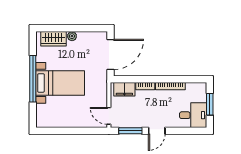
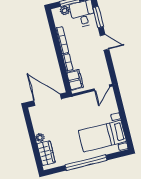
bed with nightstands: (60, 83) -> (102, 136), moved, turned -90
plant: (201, 97) -> (65, 11), added
window: (130, 131) -> (98, 17), moved

